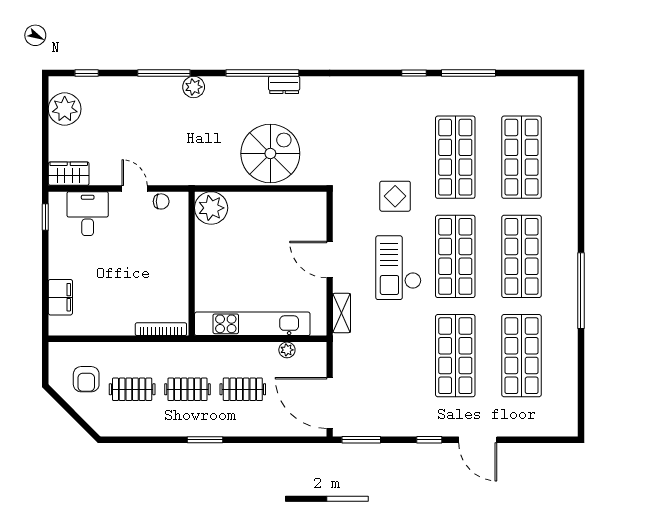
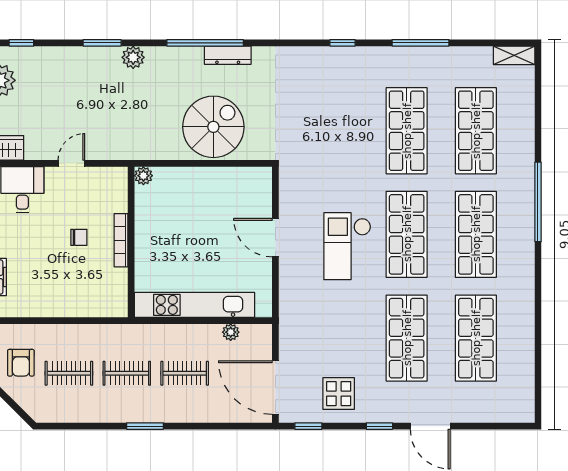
window: (164, 73) -> (102, 43), width x0.69
window: (414, 73) -> (343, 43), moved
dresser: (284, 85) -> (228, 55), width x1.44
door: (135, 188) -> (71, 163), hinge flipped
display table: (395, 196) -> (339, 394), moved
chair: (161, 201) -> (79, 237), moved
plant: (211, 208) -> (143, 176), width x0.53, depth x0.53
window: (581, 291) -> (538, 202), moved
shelving: (342, 313) -> (514, 55), moved, turned 90
bookcase: (161, 329) -> (121, 240), moved, turned -90
window: (361, 440) -> (308, 426), width x0.67

